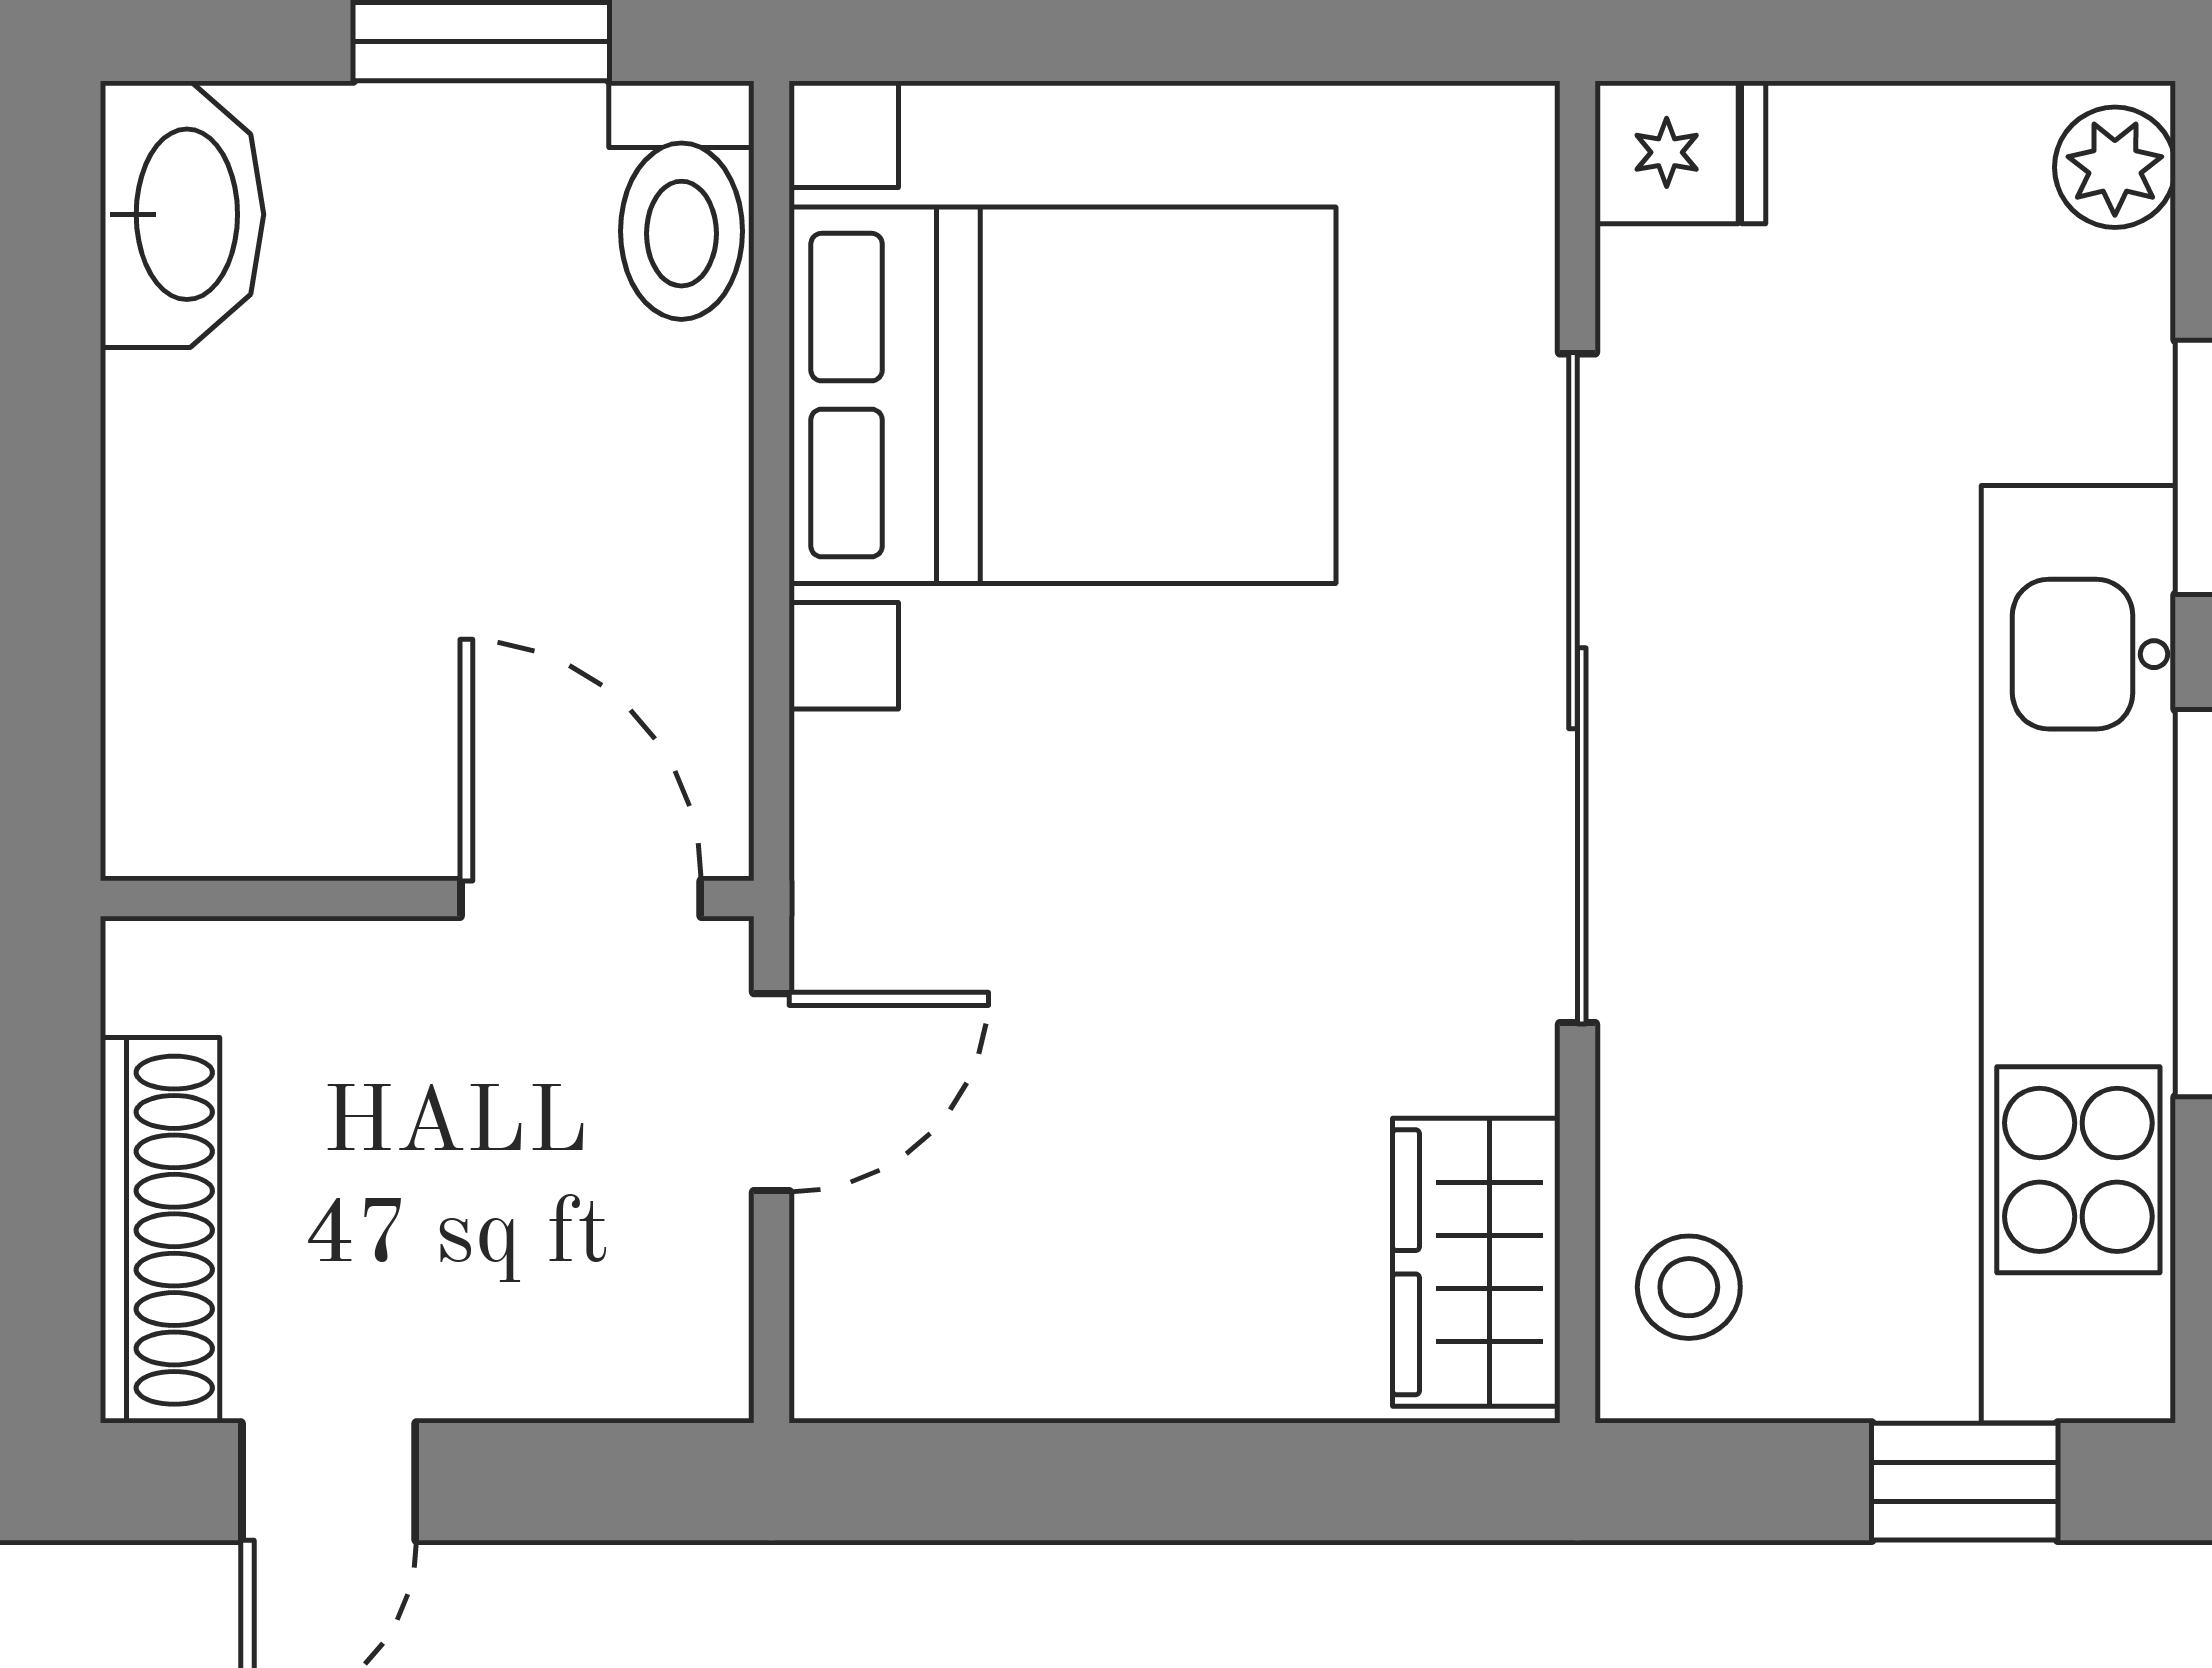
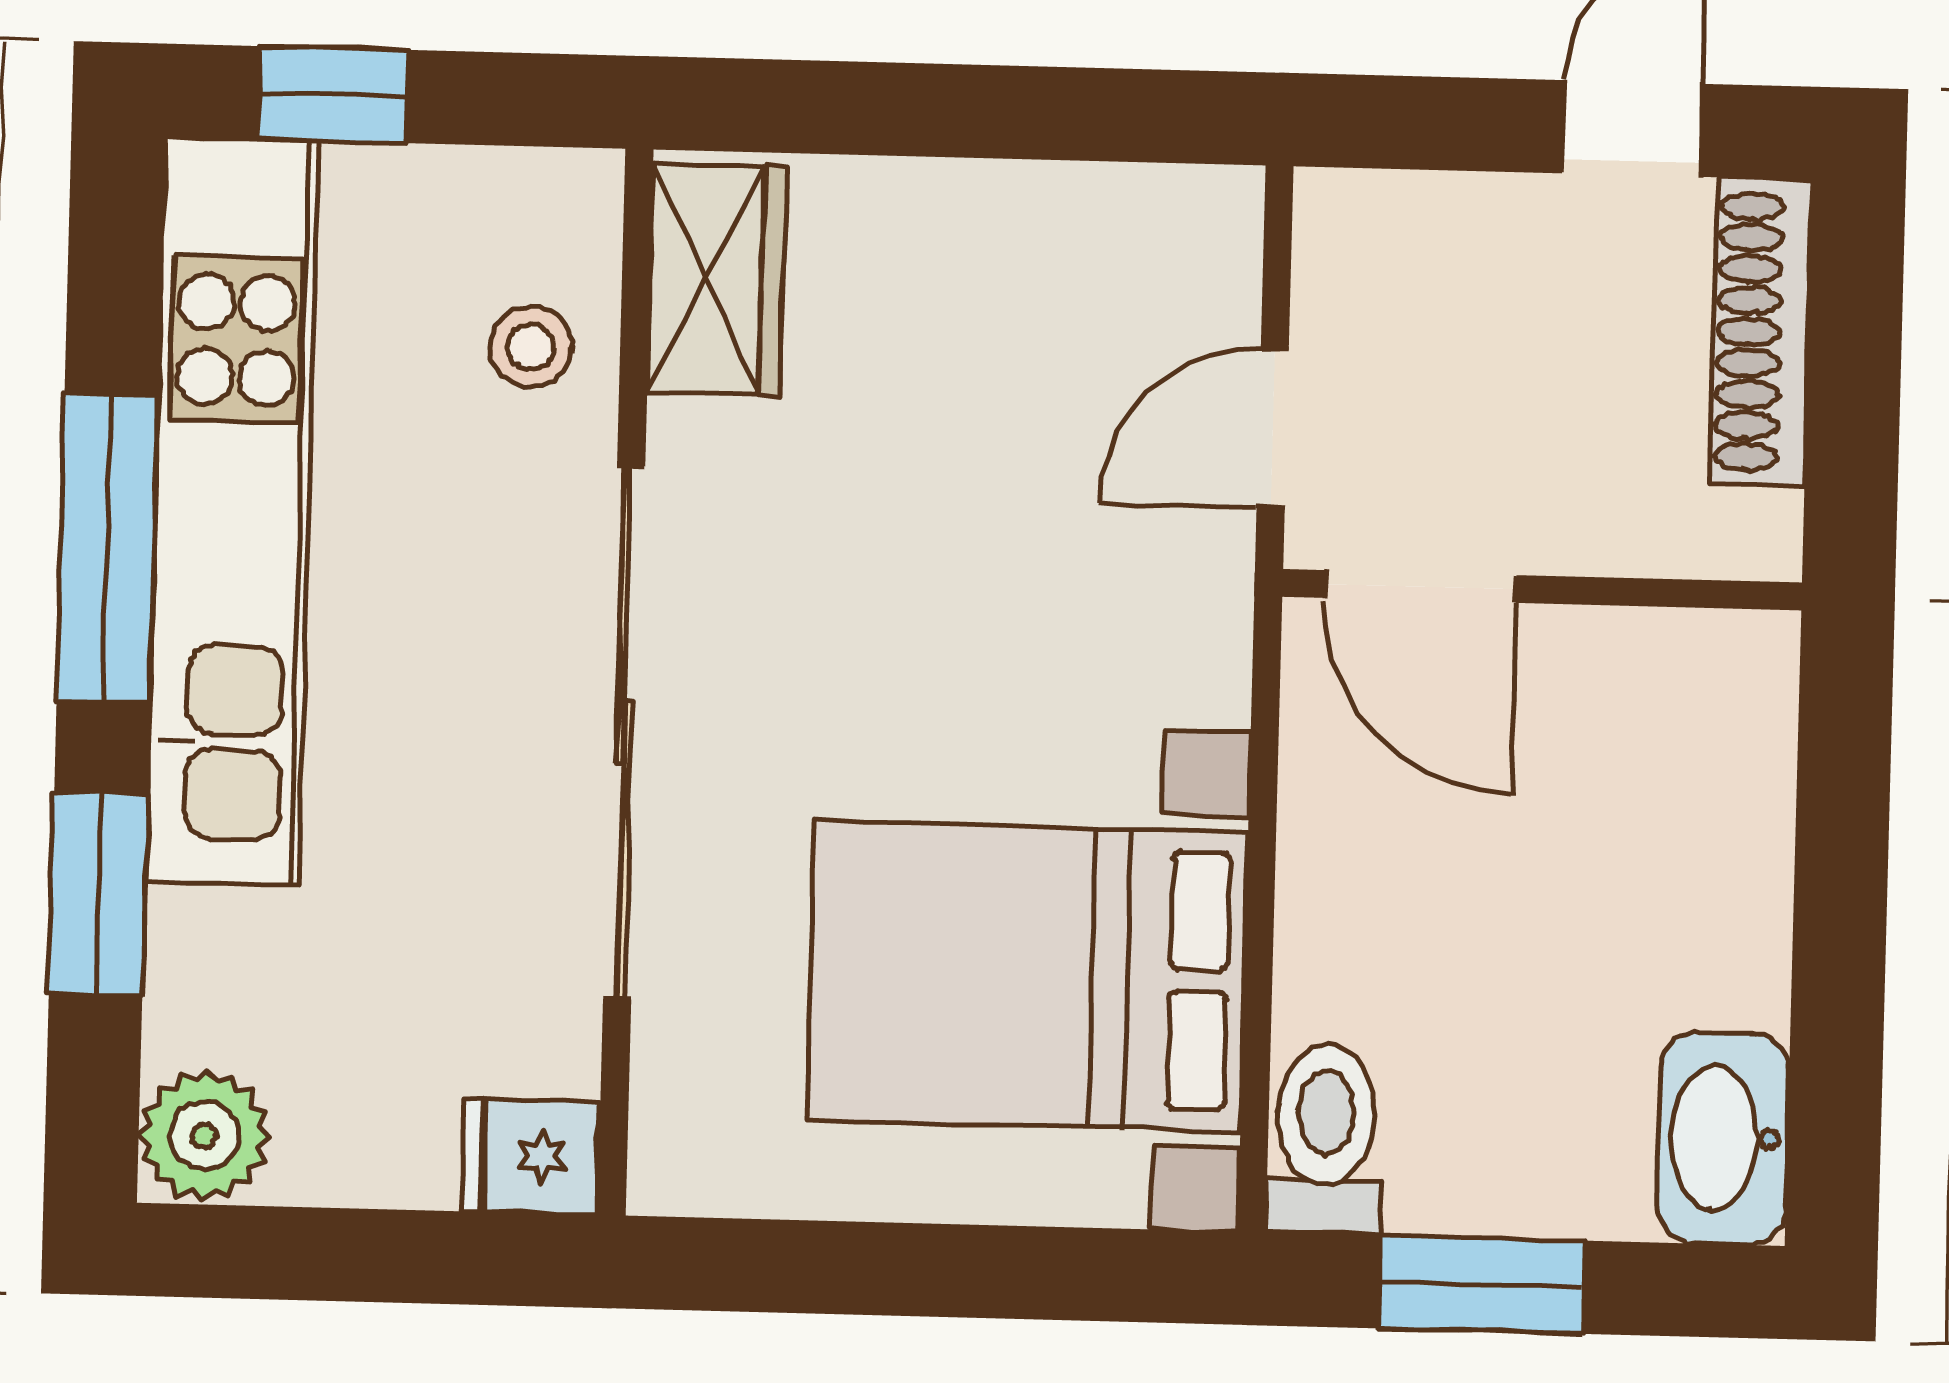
plant: (2115, 167) -> (204, 1136), width x1.38, depth x1.38
stool: (1689, 1287) -> (531, 347), moved

